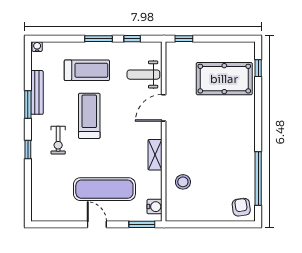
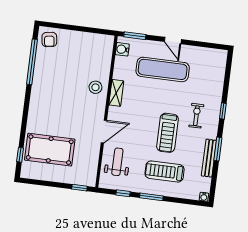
weight bench: (143, 75) -> (117, 162), turned -90
stool: (183, 182) -> (95, 87), moved

